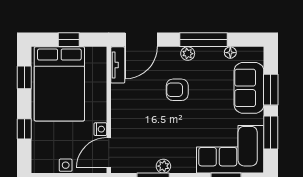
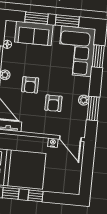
armchair: (155, 125) -> (53, 103), added
window: (24, 129) -> (36, 196), moved
side table: (66, 165) -> (76, 170), removed

